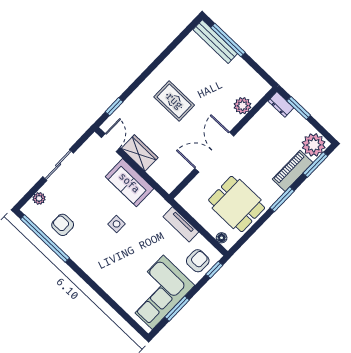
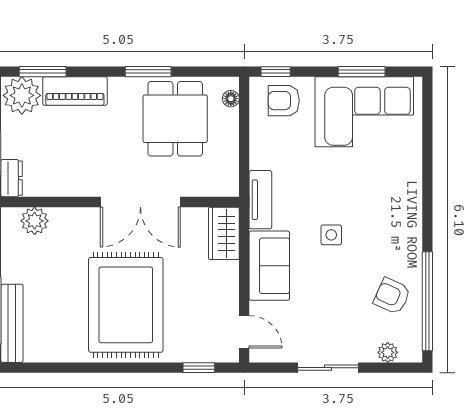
rug: (174, 101) -> (126, 305), width x1.86, depth x2.06
plant: (243, 106) -> (35, 221), moved
door: (111, 143) -> (244, 332), swing flipped
wardrobe: (140, 153) -> (224, 233), moved
window: (282, 199) -> (148, 72), moved
tv unit: (181, 224) -> (260, 200), moved
armchair: (63, 225) -> (392, 296), turned 114

